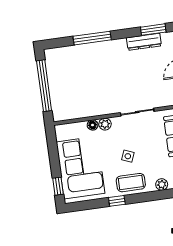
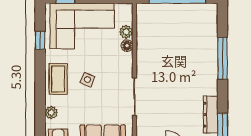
plant: (105, 124) -> (126, 32), moved
window: (117, 201) -> (40, 40), moved

